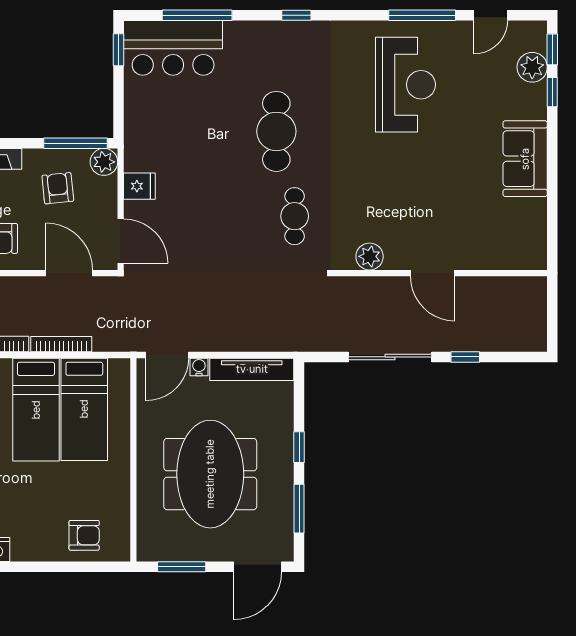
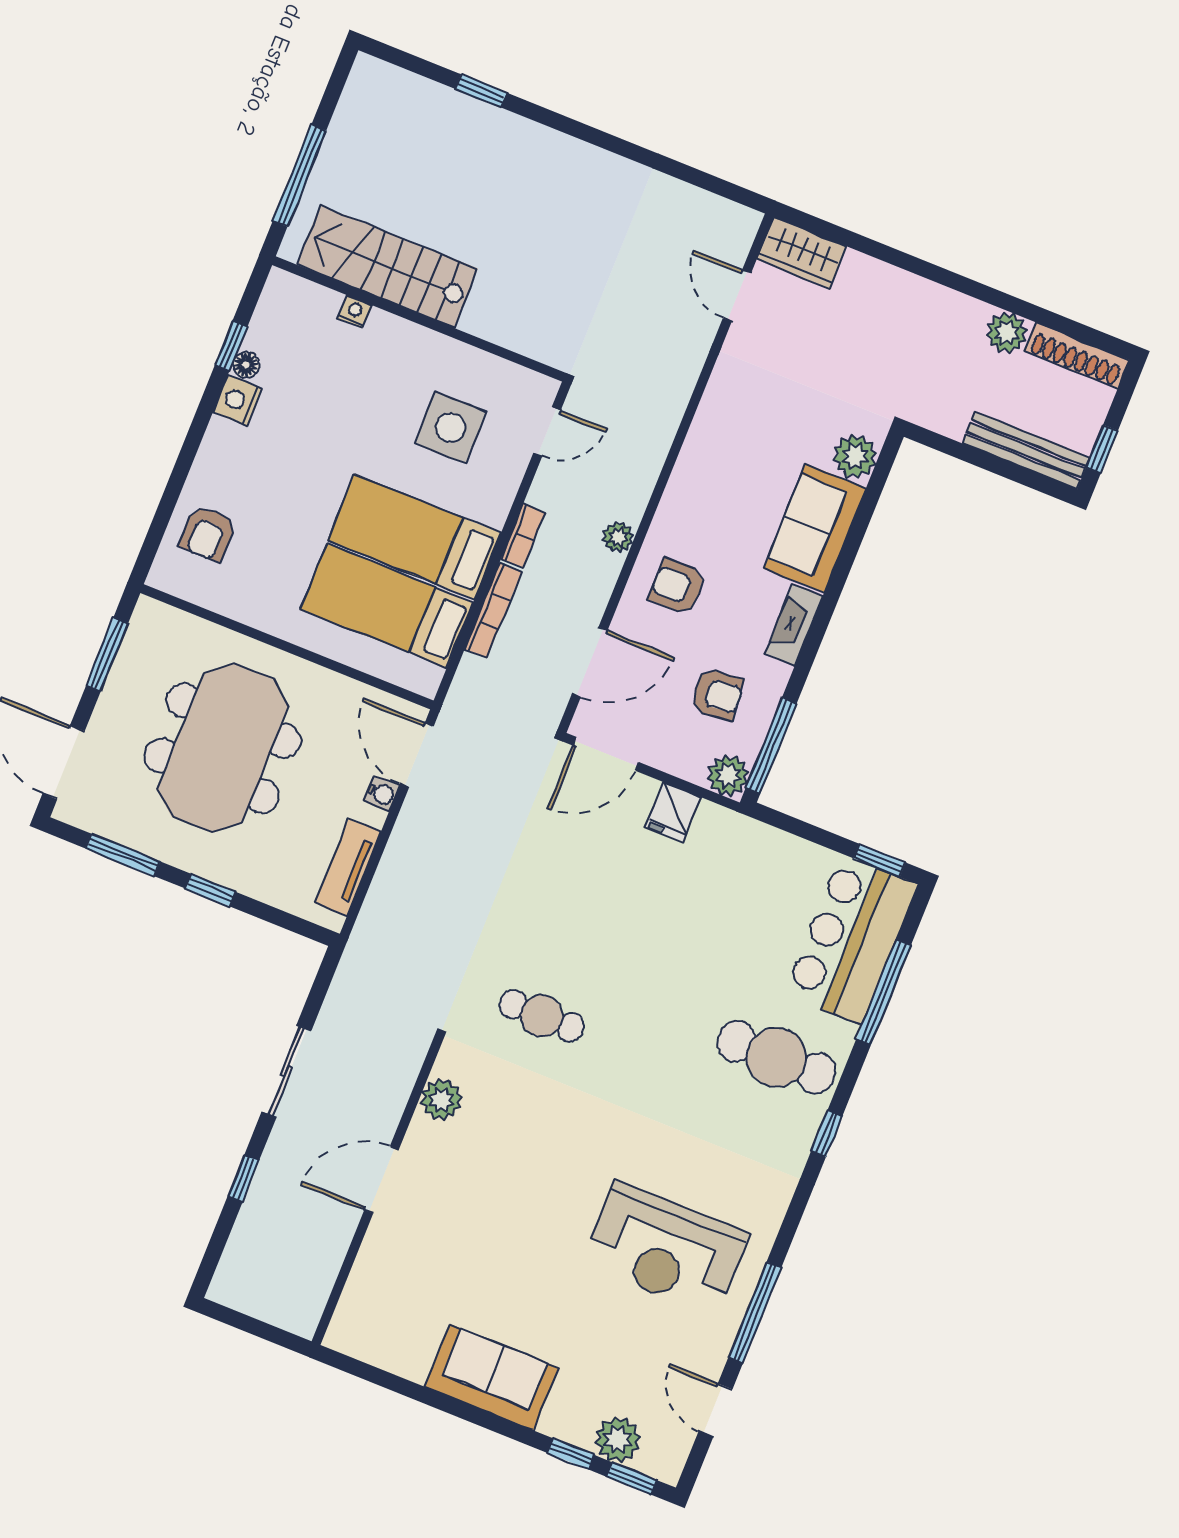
cafe table: (276, 131) -> (777, 1057), moved
sliding door: (390, 357) -> (286, 1071), width x0.73
tv unit: (252, 369) -> (348, 867), width x0.71
meeting table: (210, 474) -> (223, 748), turned 90

